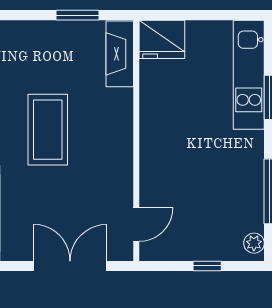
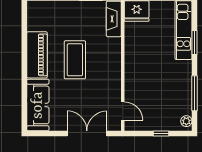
door: (136, 224) -> (123, 111), hinge flipped

